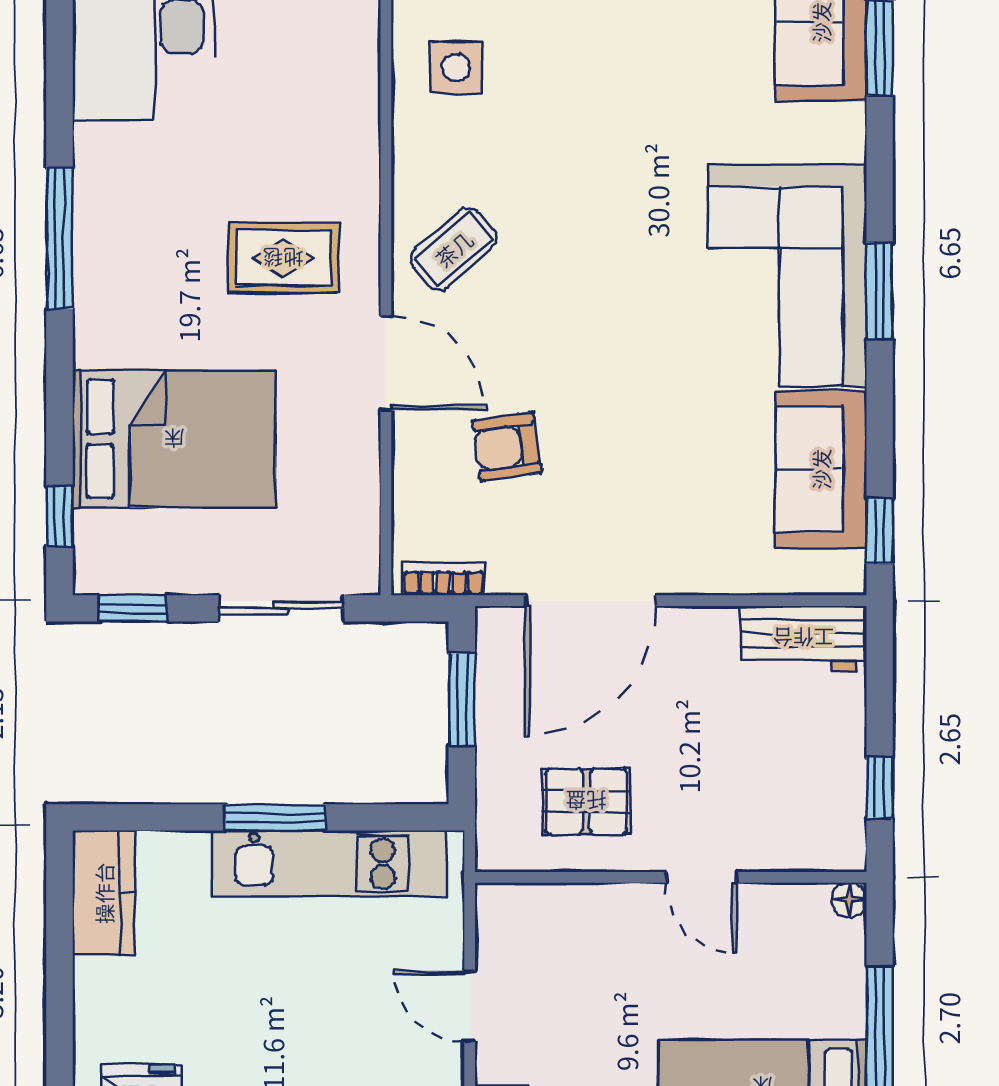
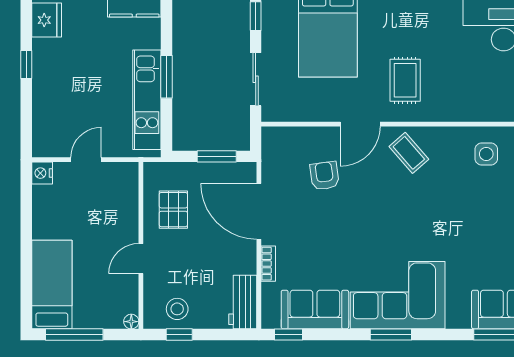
bookcase: (443, 579) -> (268, 264), moved
stool: (820, 792) -> (177, 309), added

